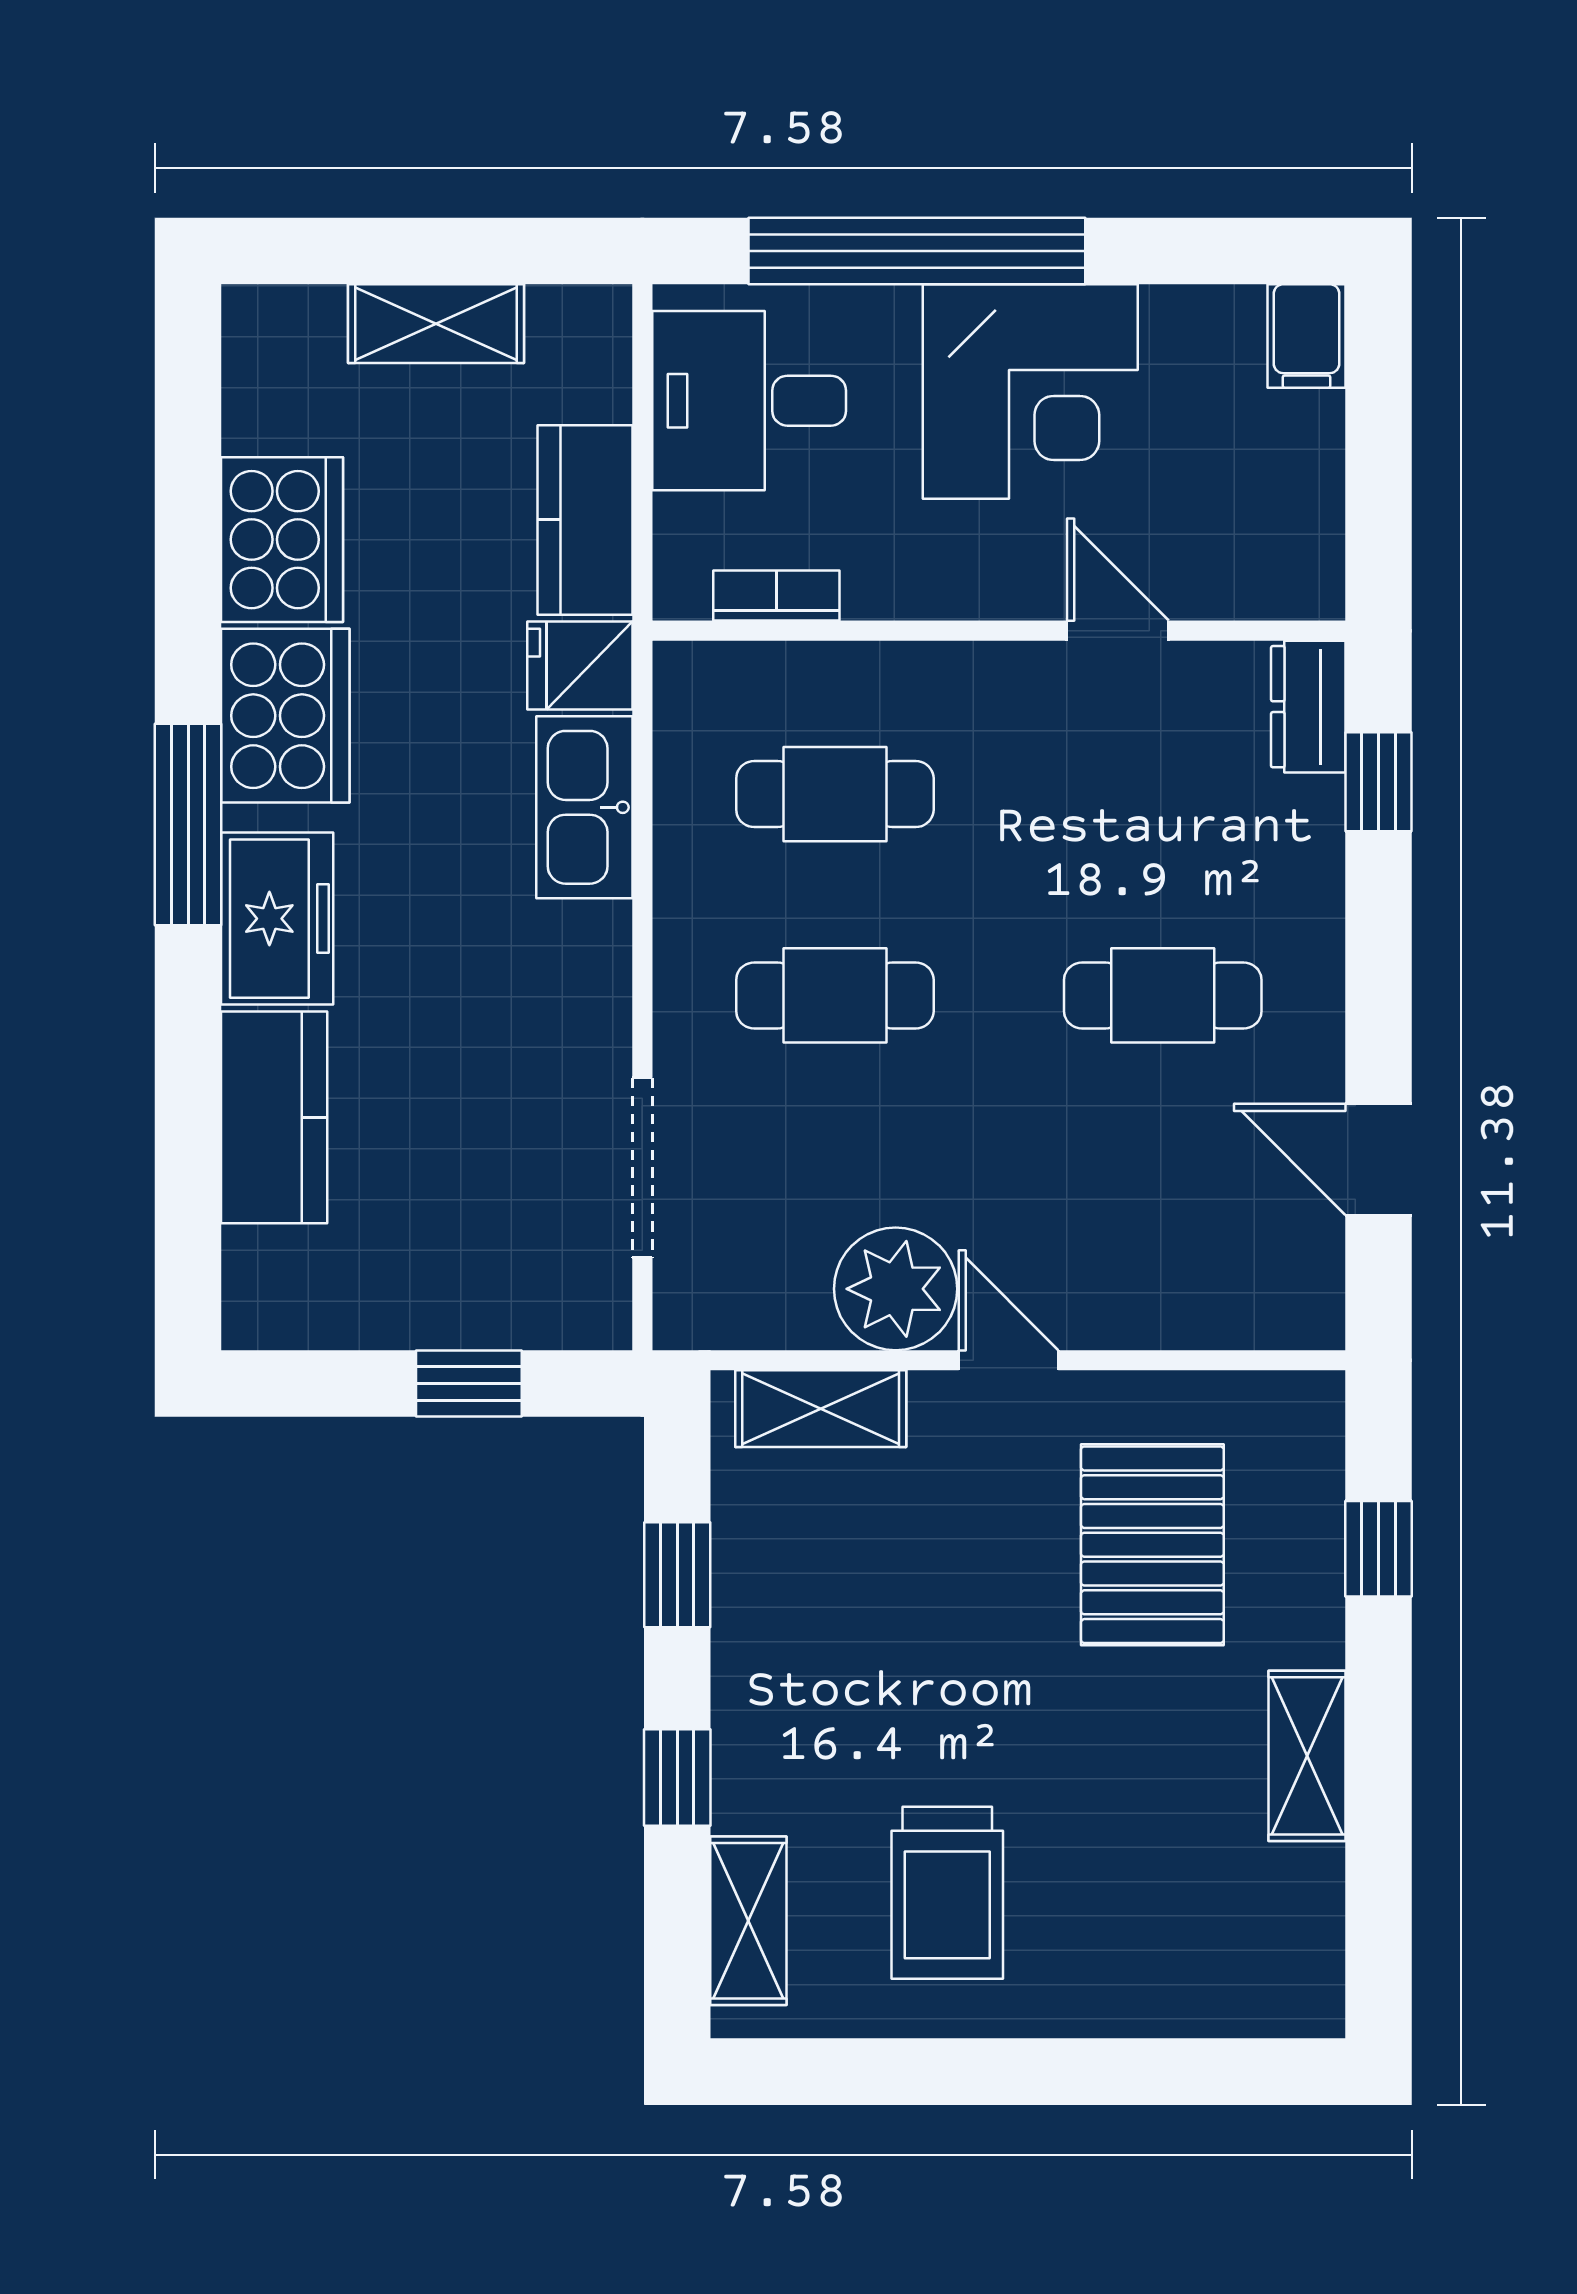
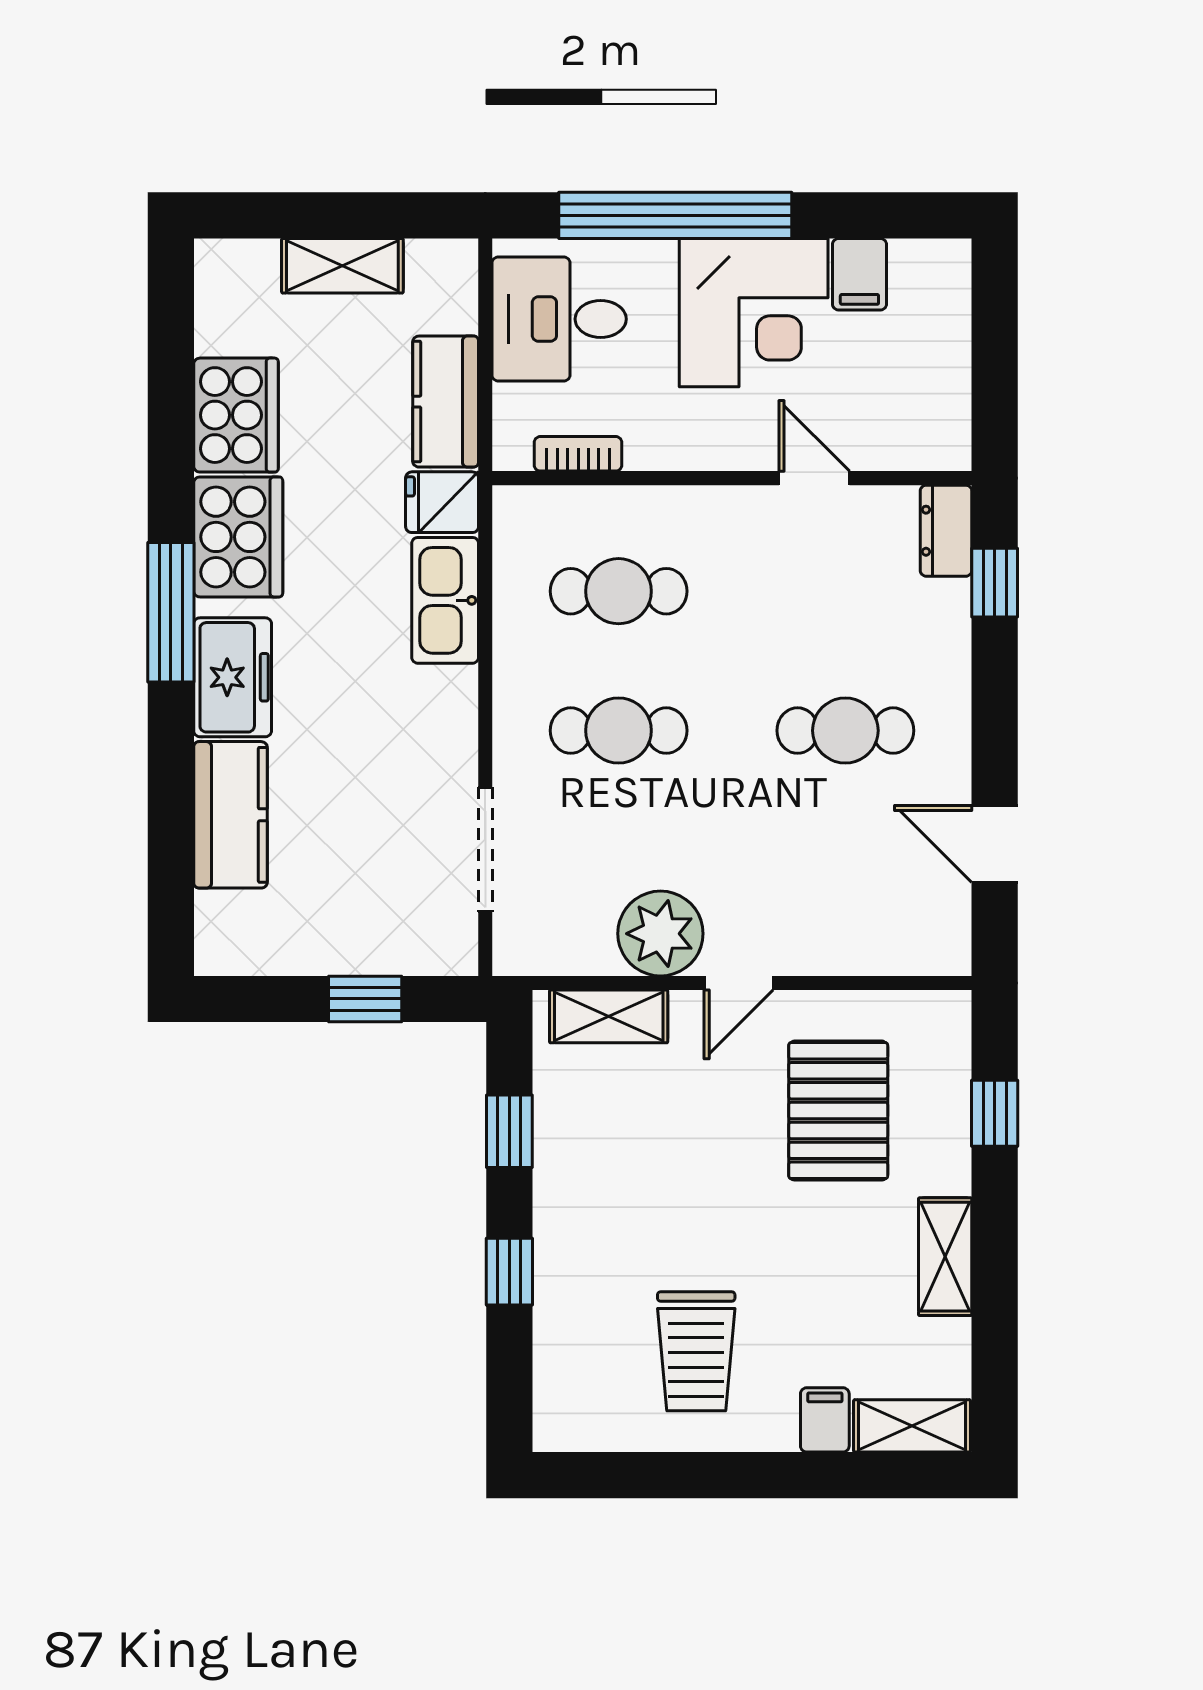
filing cabinet: (1307, 336) -> (859, 274), moved
door: (1008, 1360) -> (739, 983), swing flipped
shelving: (748, 1921) -> (912, 1426), moved, turned 90
filing cabinet: (1133, 1992) -> (825, 1420), added

